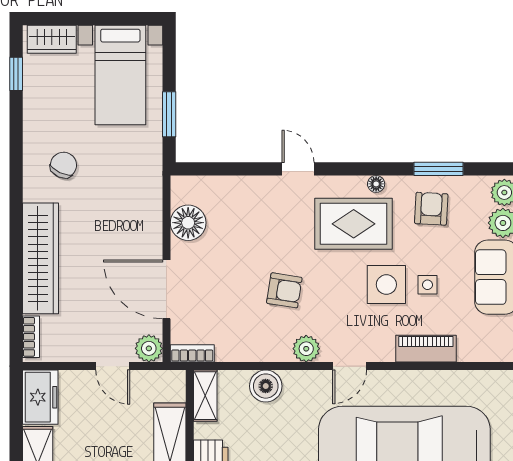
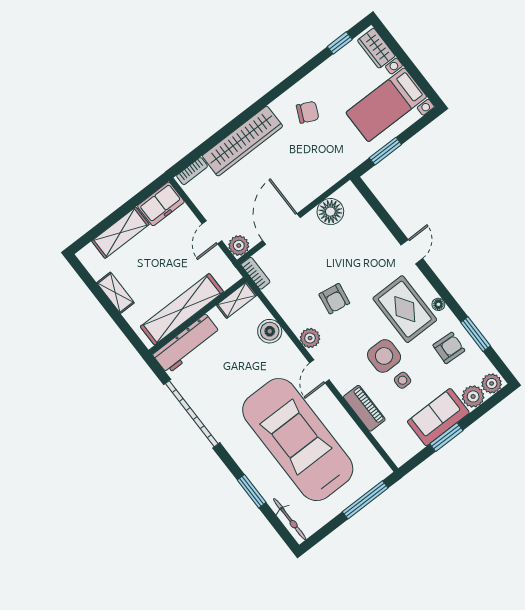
door: (349, 366) -> (319, 371), hinge flipped

